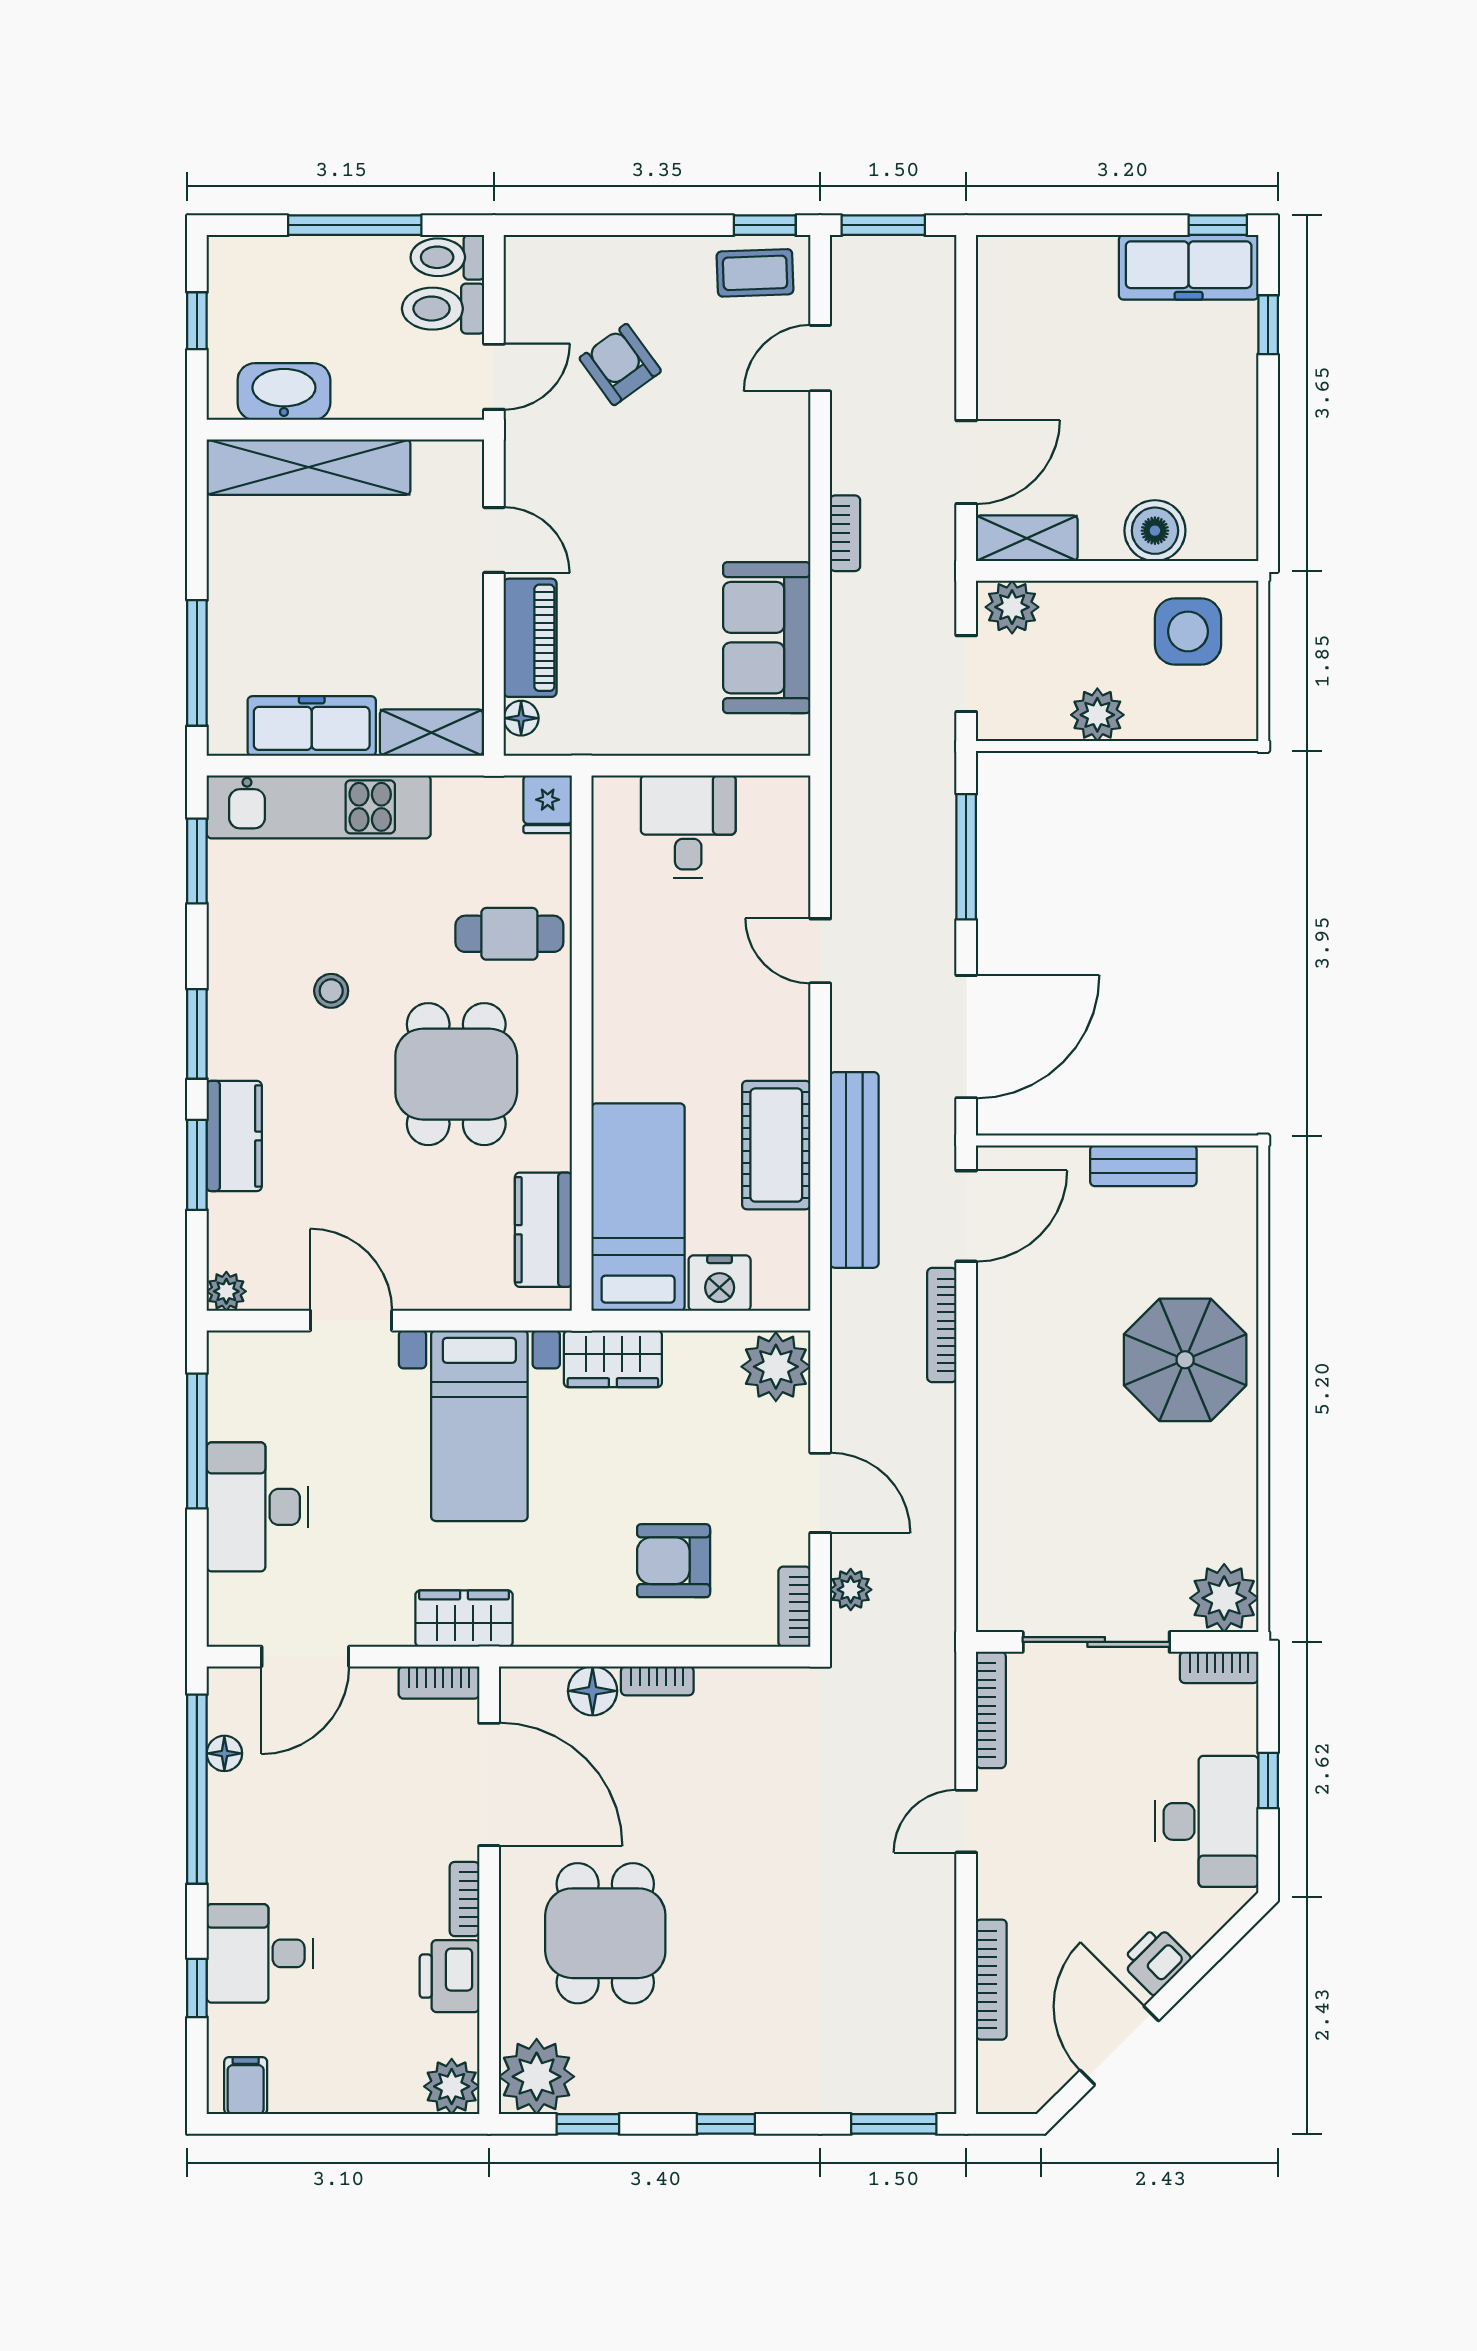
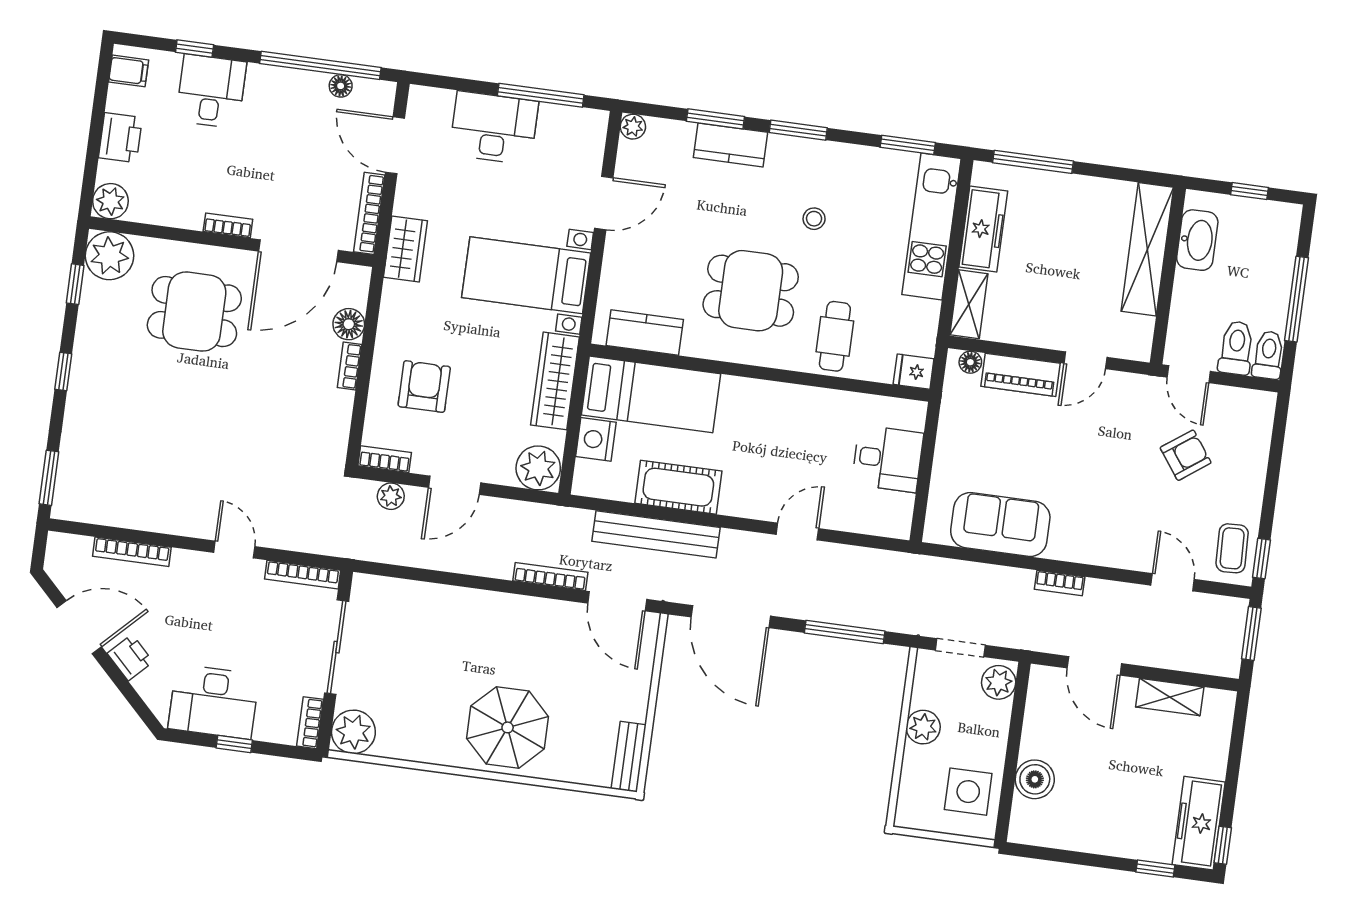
shelving: (1027, 538) -> (1170, 697), moved, turned 90
bench: (1143, 1166) -> (629, 757), moved
wardrobe: (613, 1359) -> (555, 381), width x1.50
bookcase: (439, 1682) -> (369, 213), width x1.56
printer: (450, 1976) -> (120, 138), moved, turned 90

